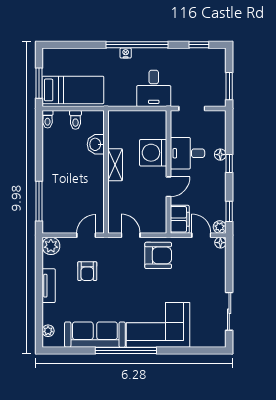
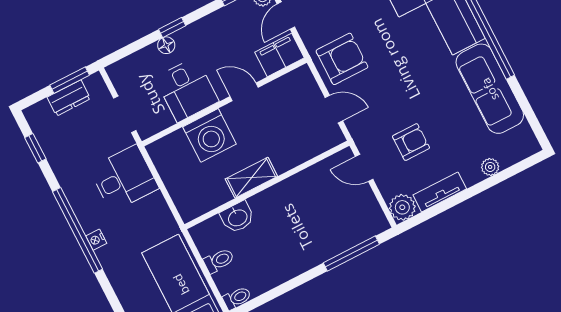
dresser: (219, 80) -> (69, 98), added
door: (131, 235) -> (334, 109), swing flipped
armchair: (158, 255) -> (342, 59), turned 90
tv unit: (49, 286) -> (440, 192), moved
plant: (48, 331) -> (490, 167), moved

